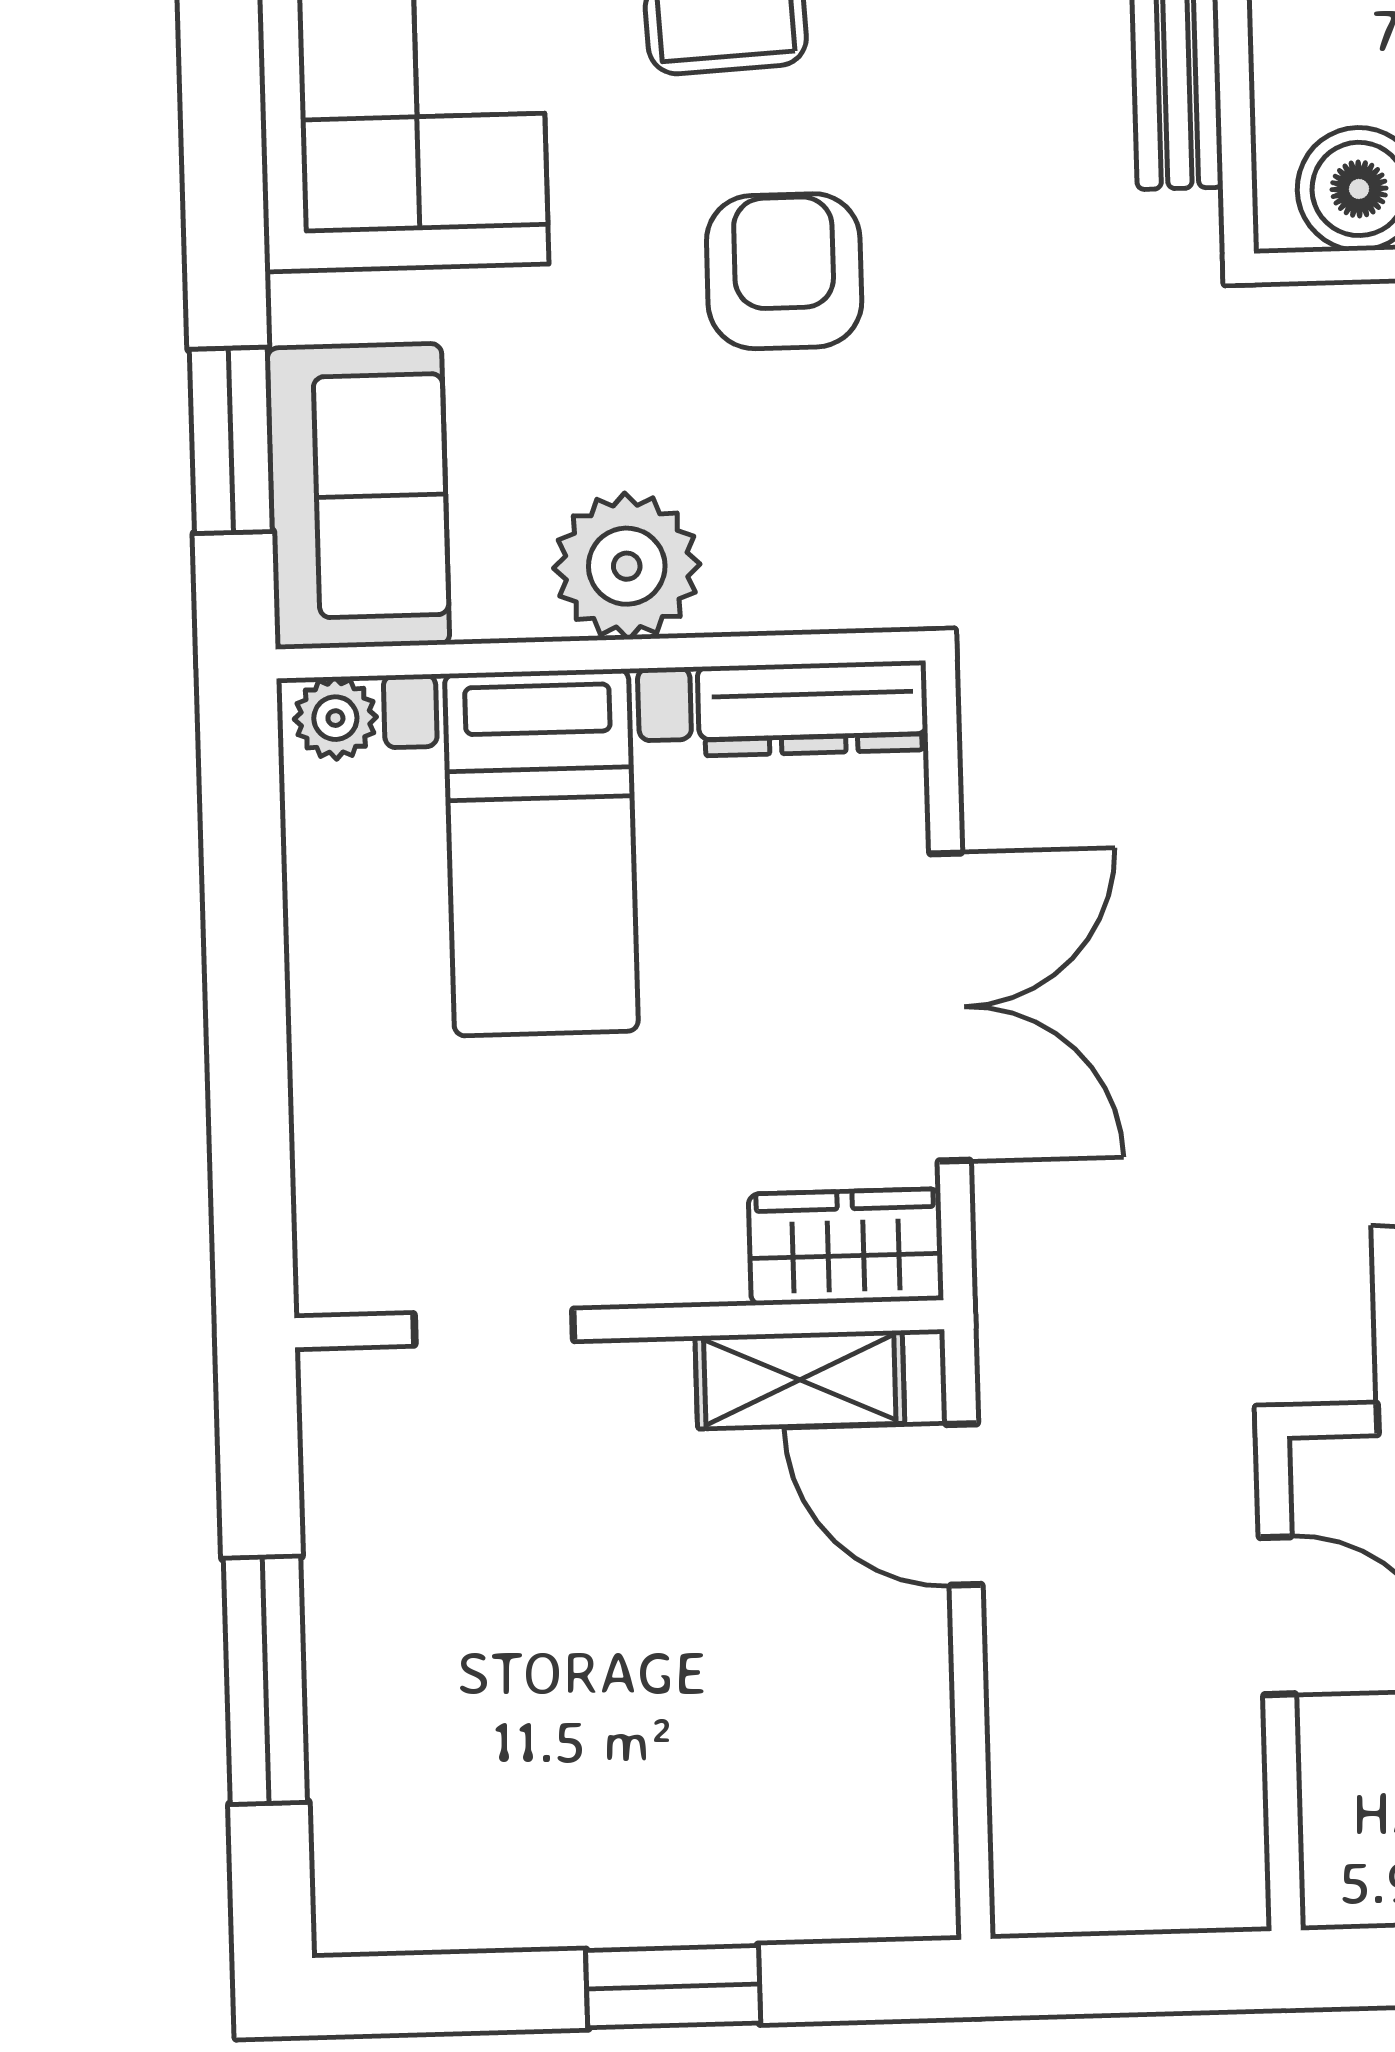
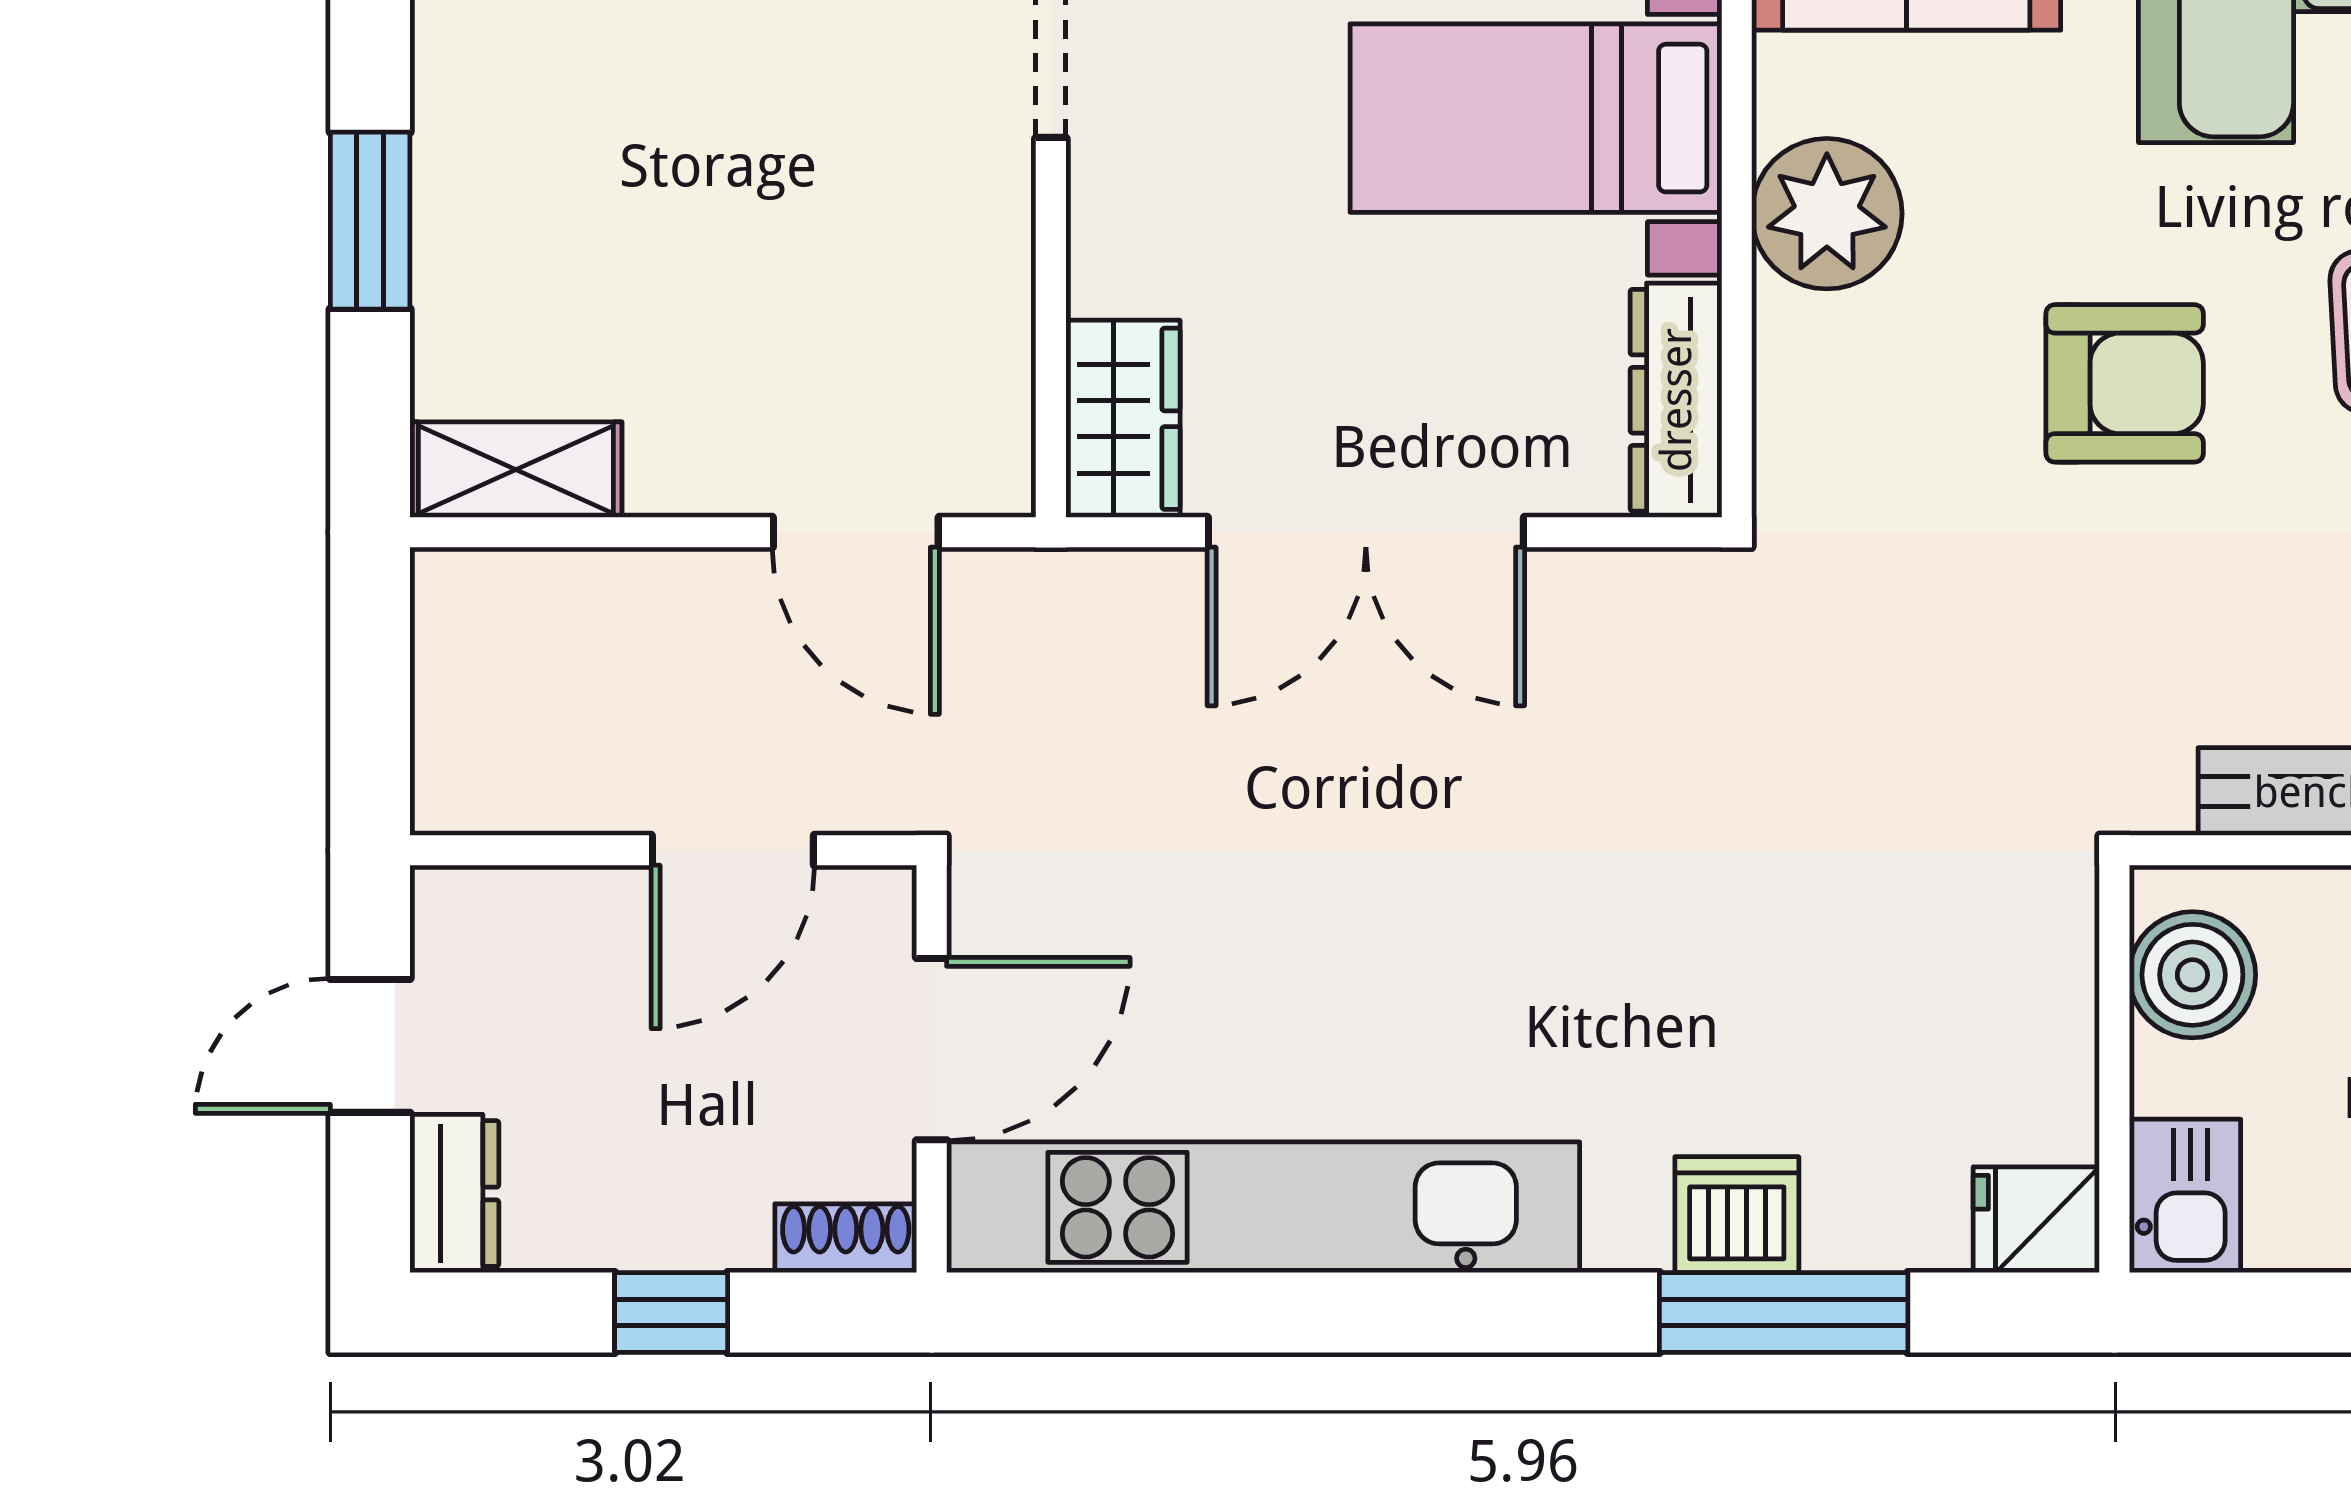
shelving: (800, 1380) -> (516, 470), moved, turned 90
door: (964, 1505) -> (856, 532), swing flipped

